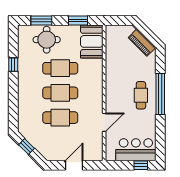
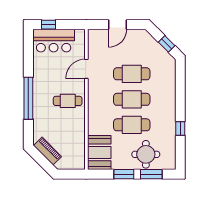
window: (78, 20) -> (124, 174), moved
cafe table: (141, 95) -> (68, 101), moved, turned 90

